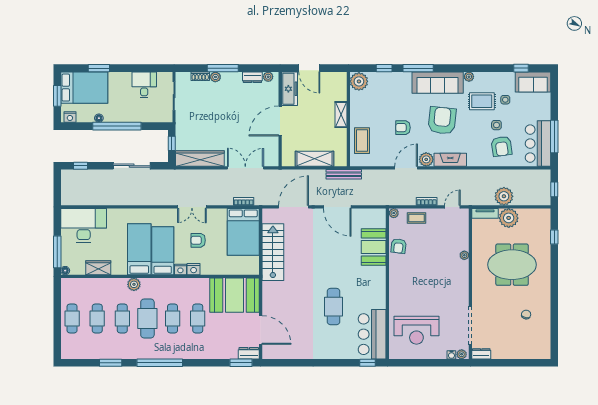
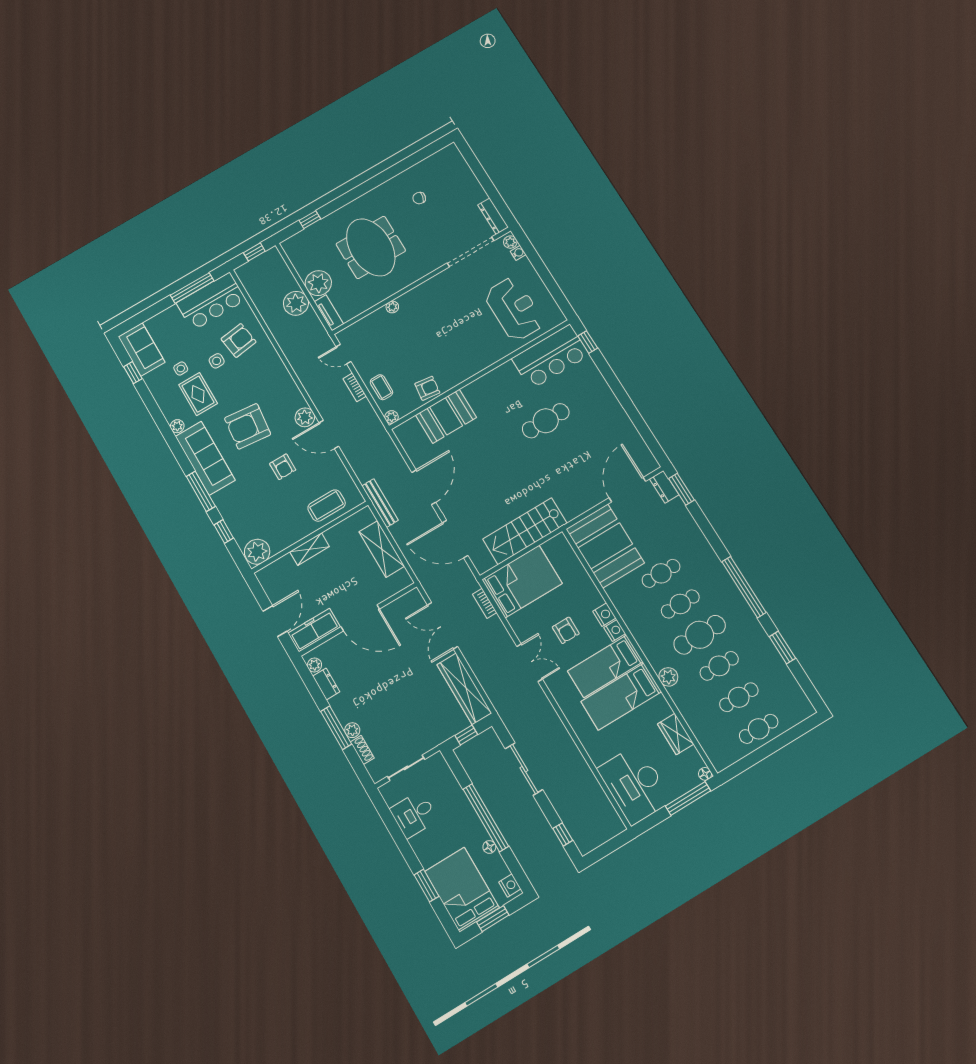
fireplace: (450, 160) -> (289, 389), removed
dresser: (481, 354) -> (493, 216), width x1.44

